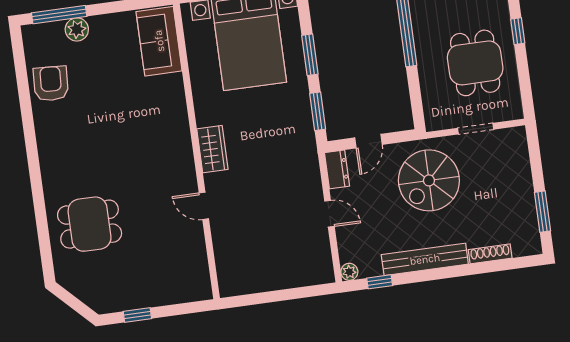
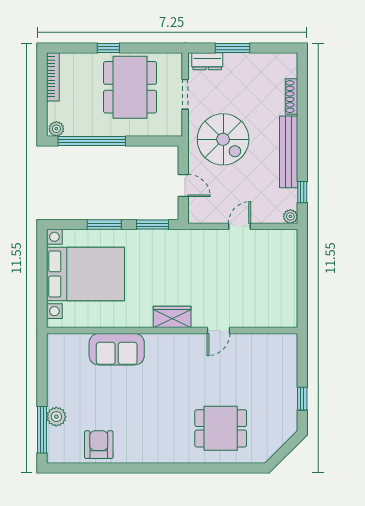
sofa: (159, 41) -> (117, 349), moved
dining table: (475, 63) -> (130, 87), width x1.38
armchair: (51, 84) -> (99, 445), turned 87
dresser: (337, 169) -> (207, 61), moved, turned 180
window: (543, 212) -> (233, 48), moved
dining table: (90, 224) -> (221, 428), turned 90

